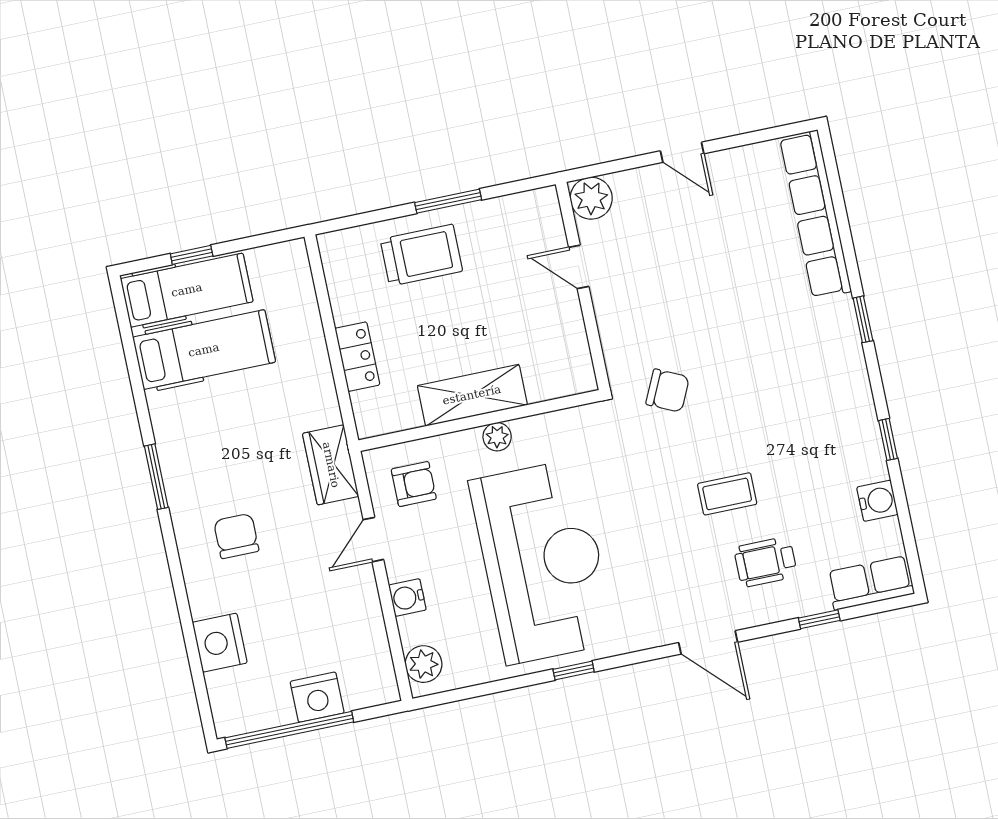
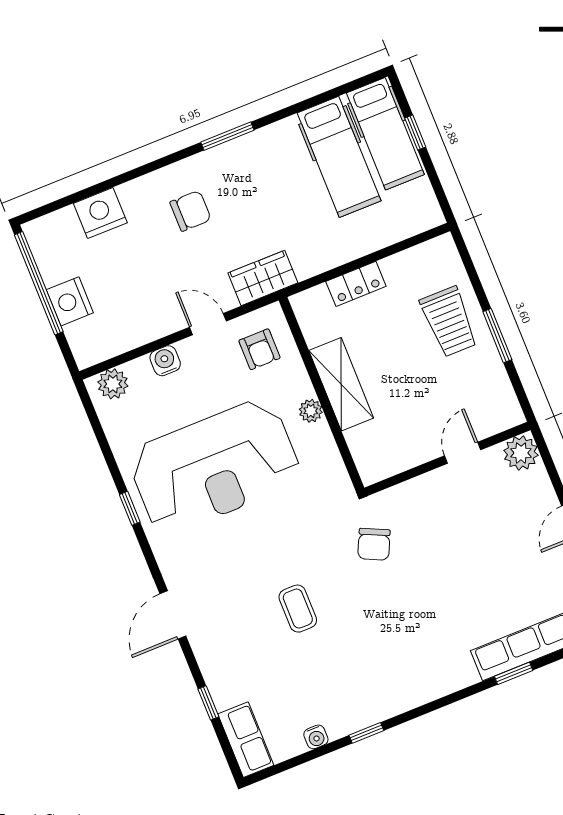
window: (863, 319) -> (514, 673), moved
water cooler: (877, 501) -> (316, 737), width x0.72, depth x0.72
wheelchair: (766, 562) -> (248, 650), removed

